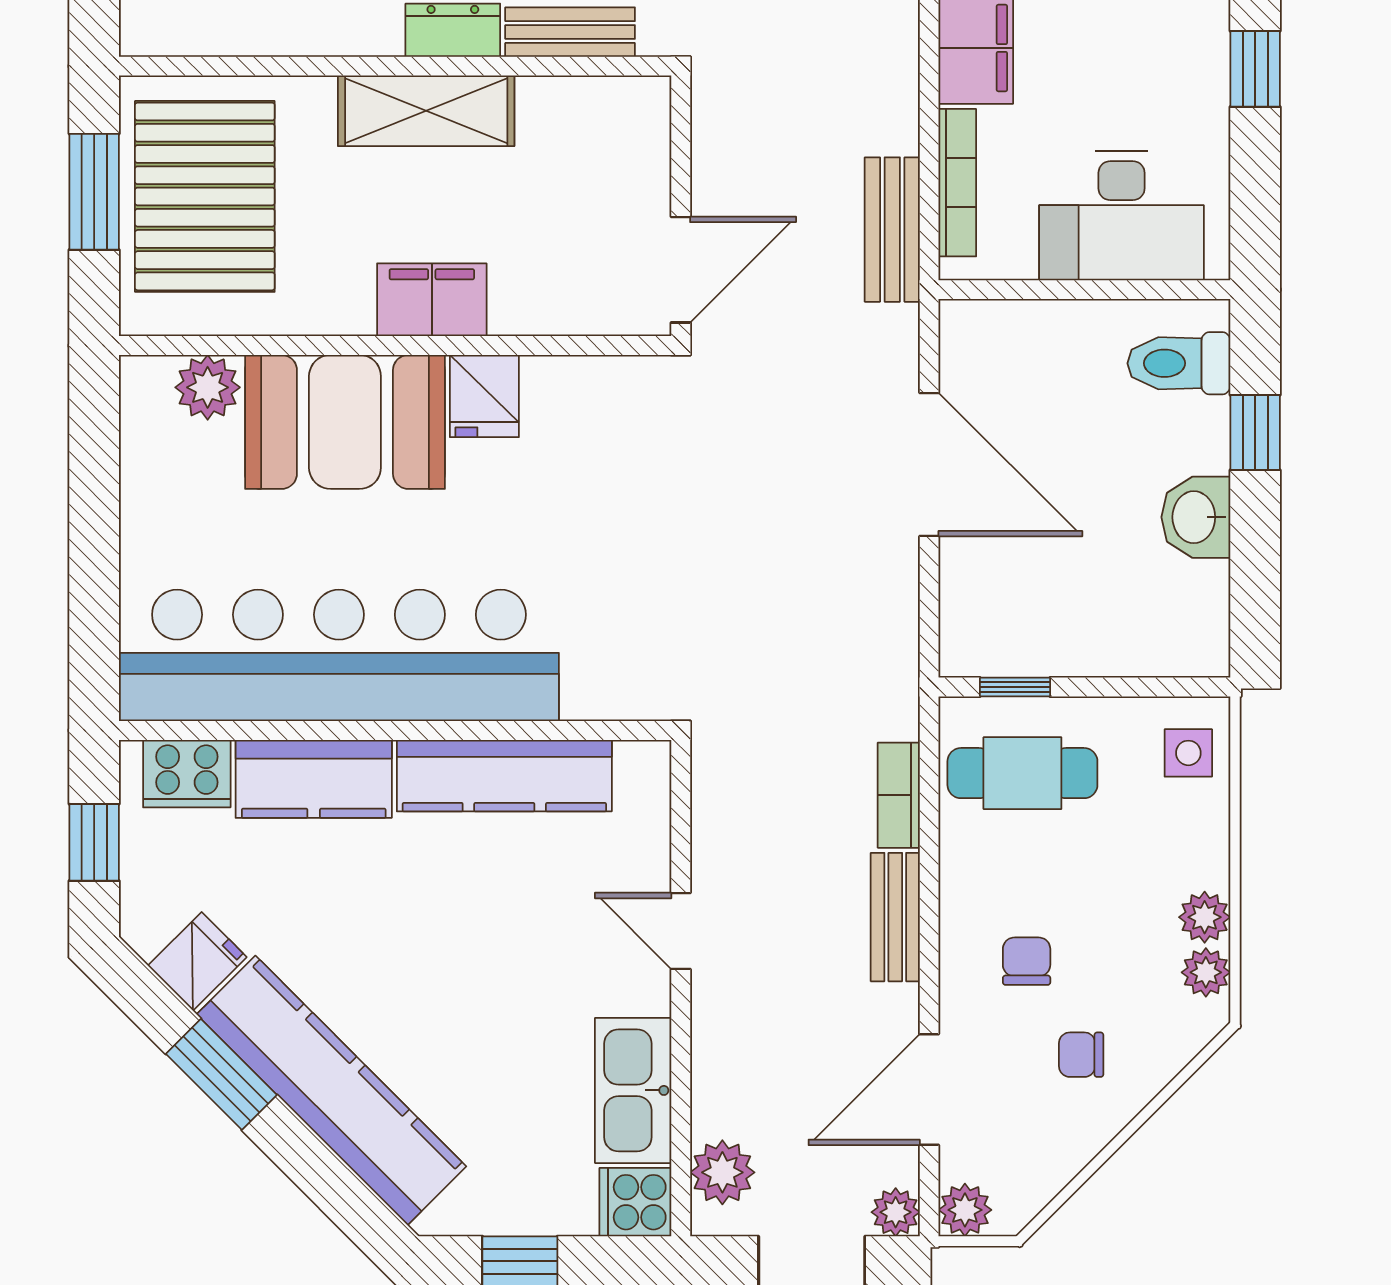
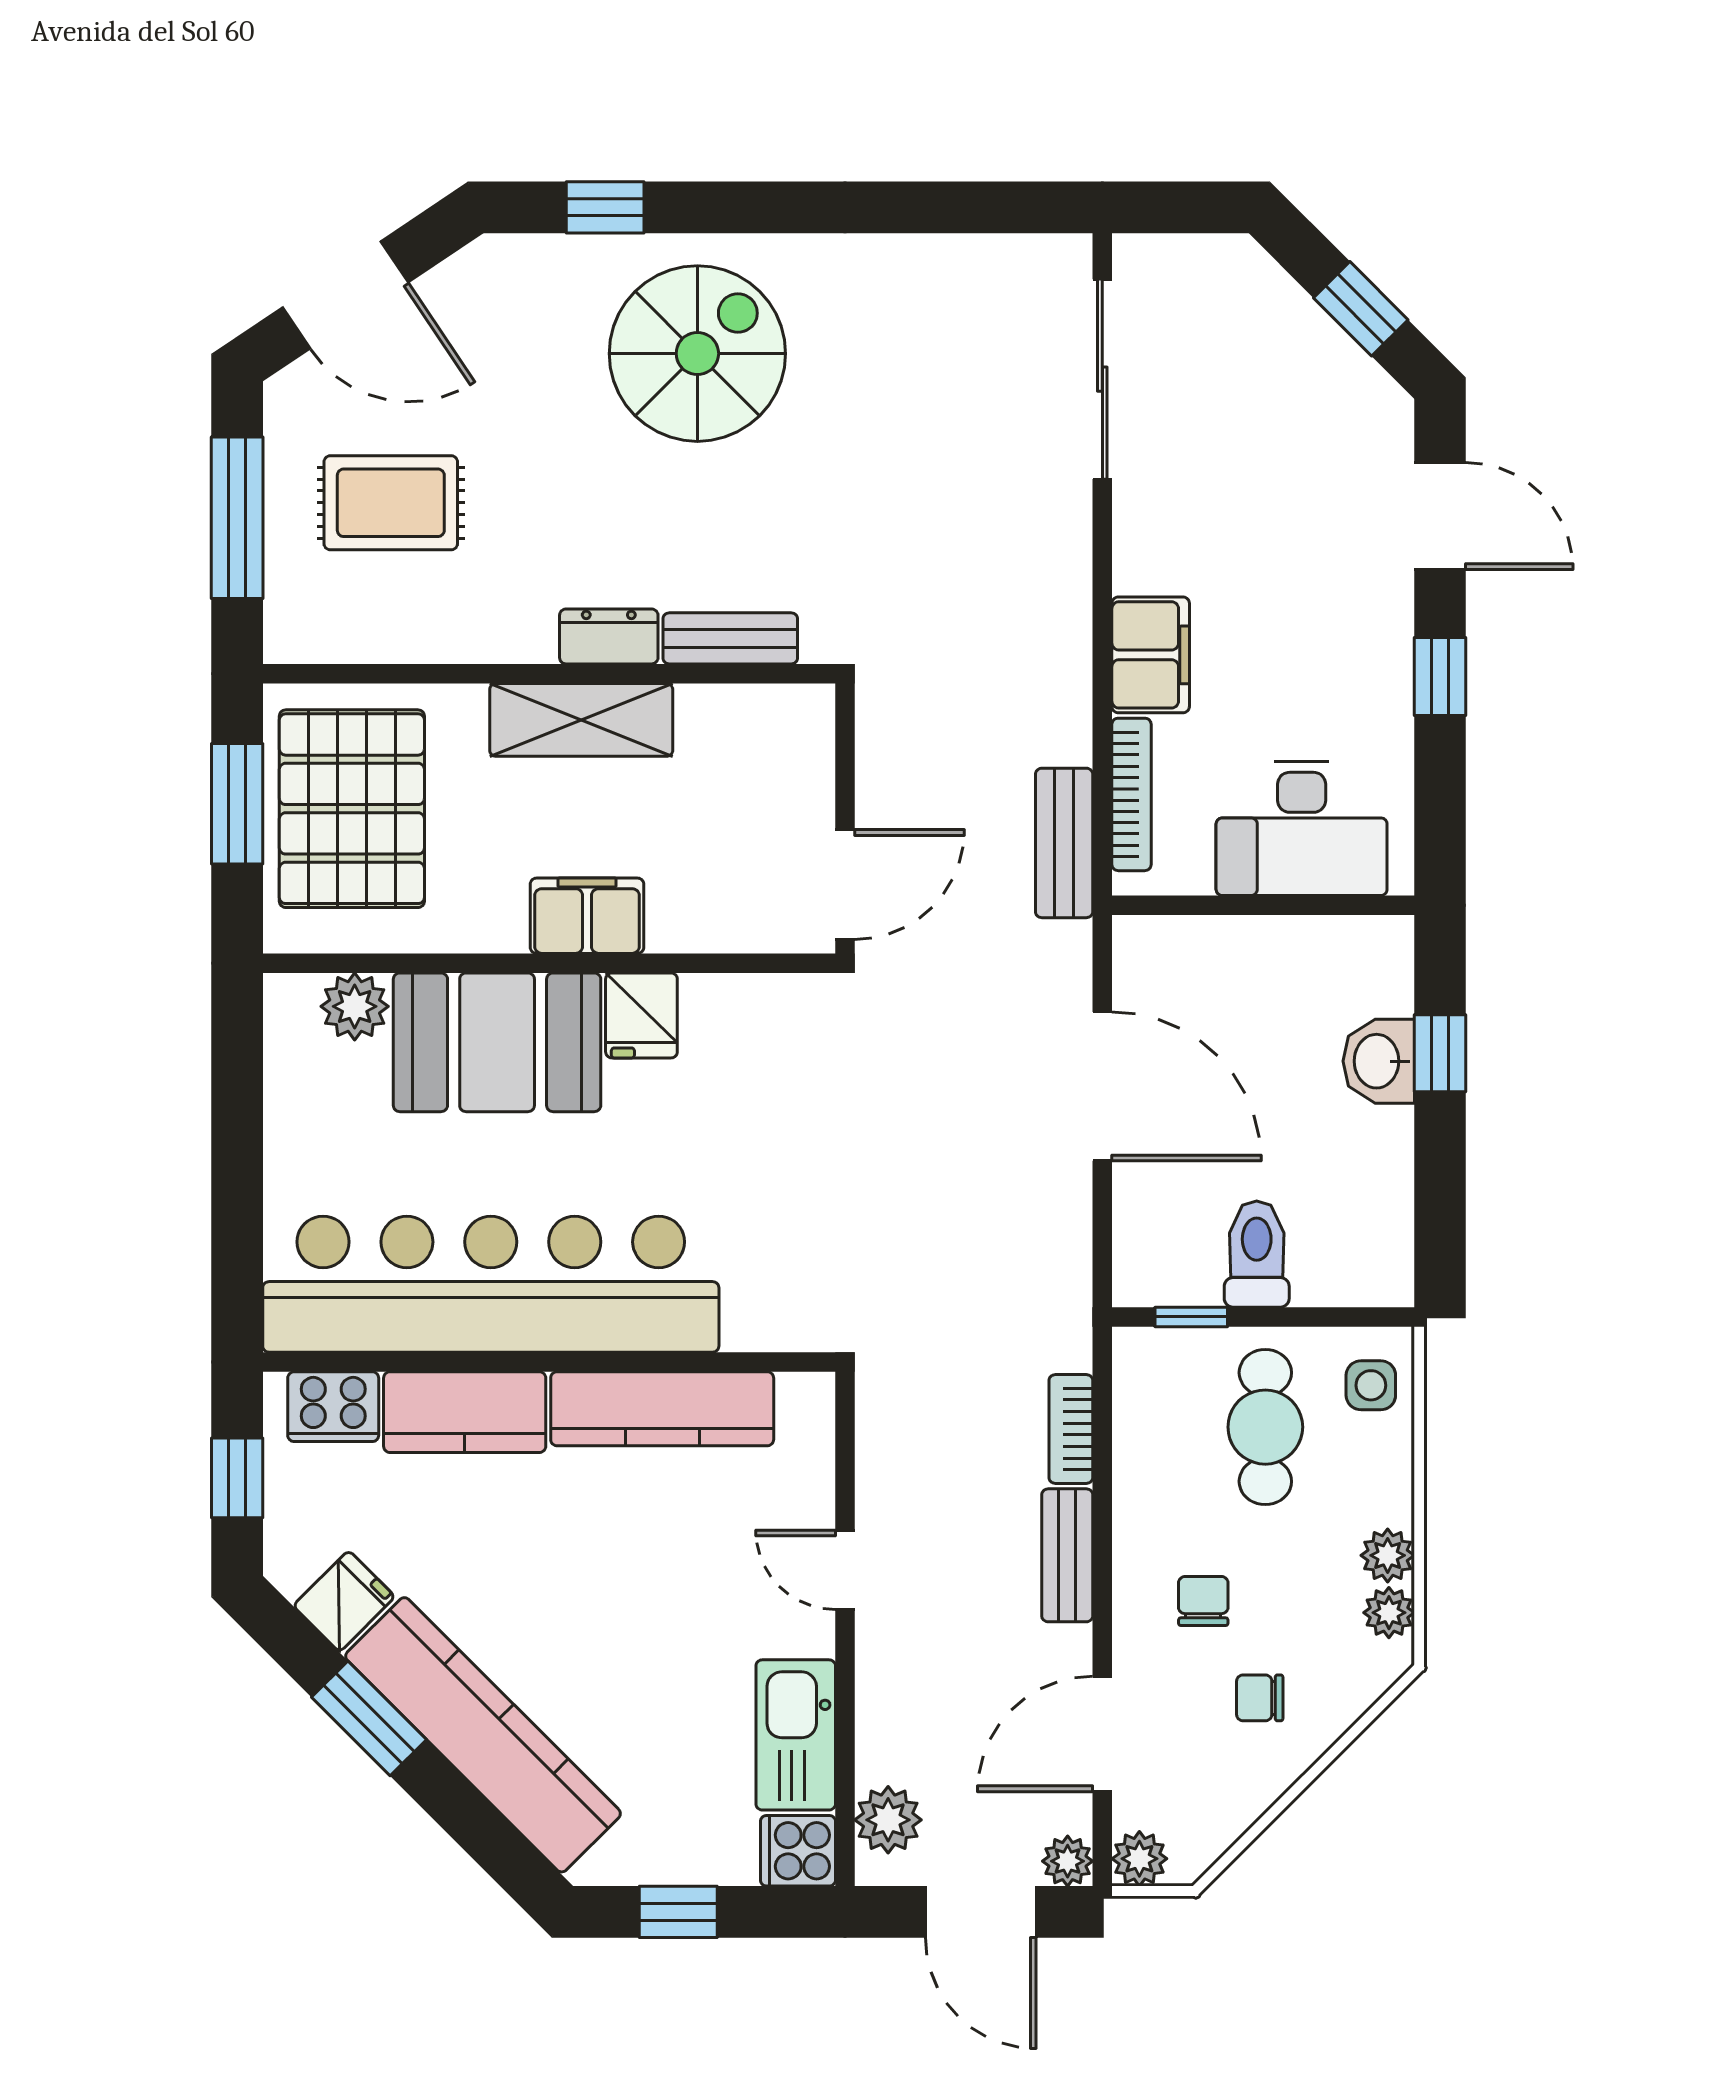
toilet: (1179, 363) -> (1257, 1254), moved, turned 90
washbasin: (1196, 517) -> (1379, 1061), moved
cafe table: (1022, 773) -> (1265, 1427), moved, turned 90

